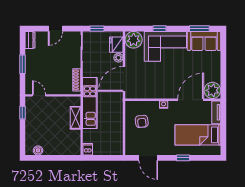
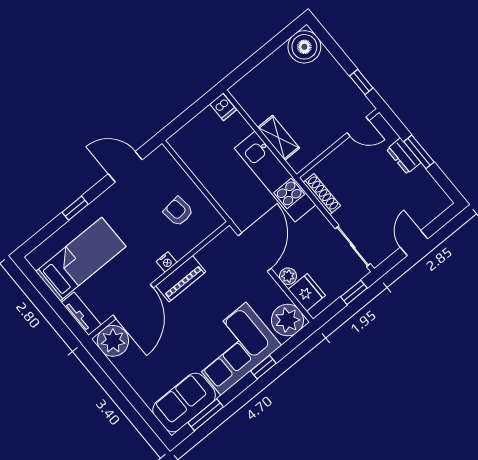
dresser: (30, 40) -> (404, 156), moved
piano: (163, 93) -> (181, 279), added
boiler: (38, 150) -> (304, 47), width x1.86, depth x1.86

